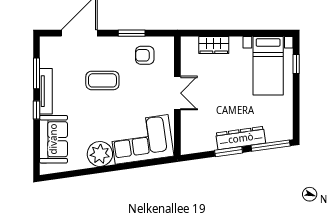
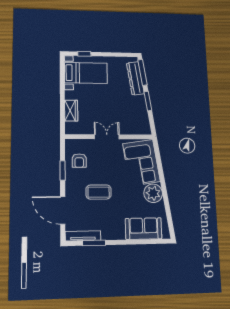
coffee table: (102, 80) -> (99, 192), turned 90
tv unit: (46, 91) -> (83, 236), moved
window: (36, 110) -> (122, 242), removed
dresser: (241, 138) -> (135, 78), moved

